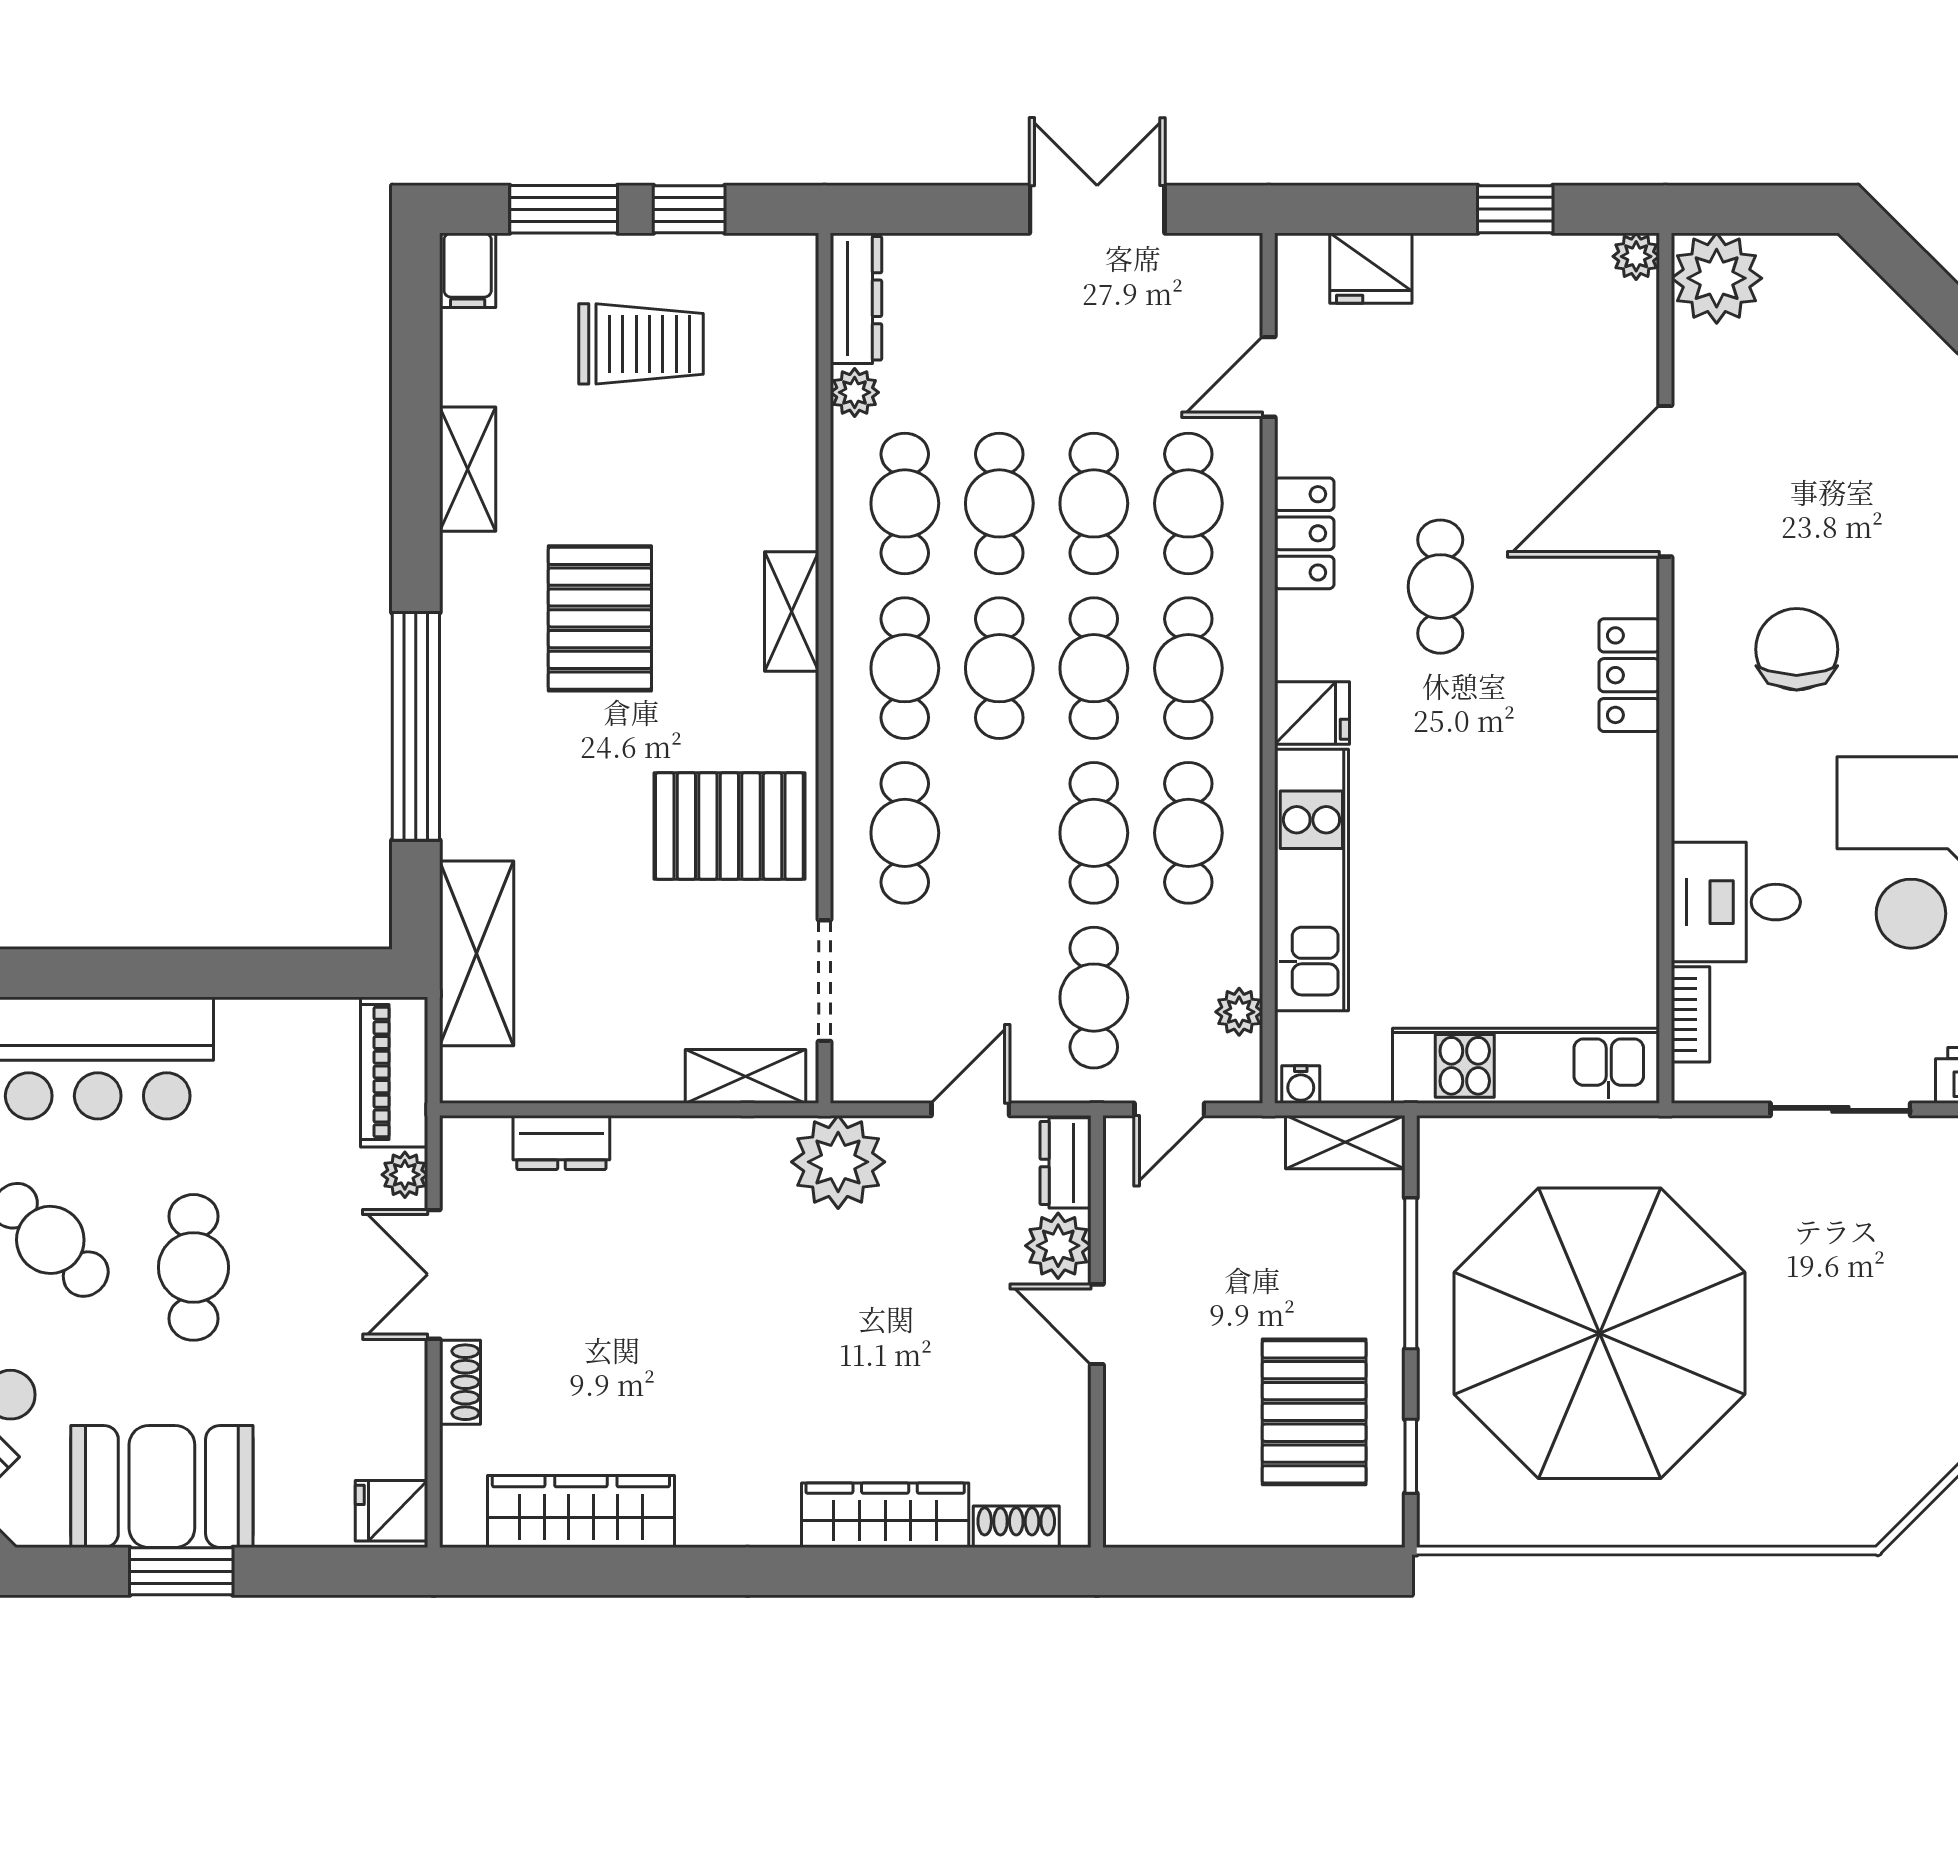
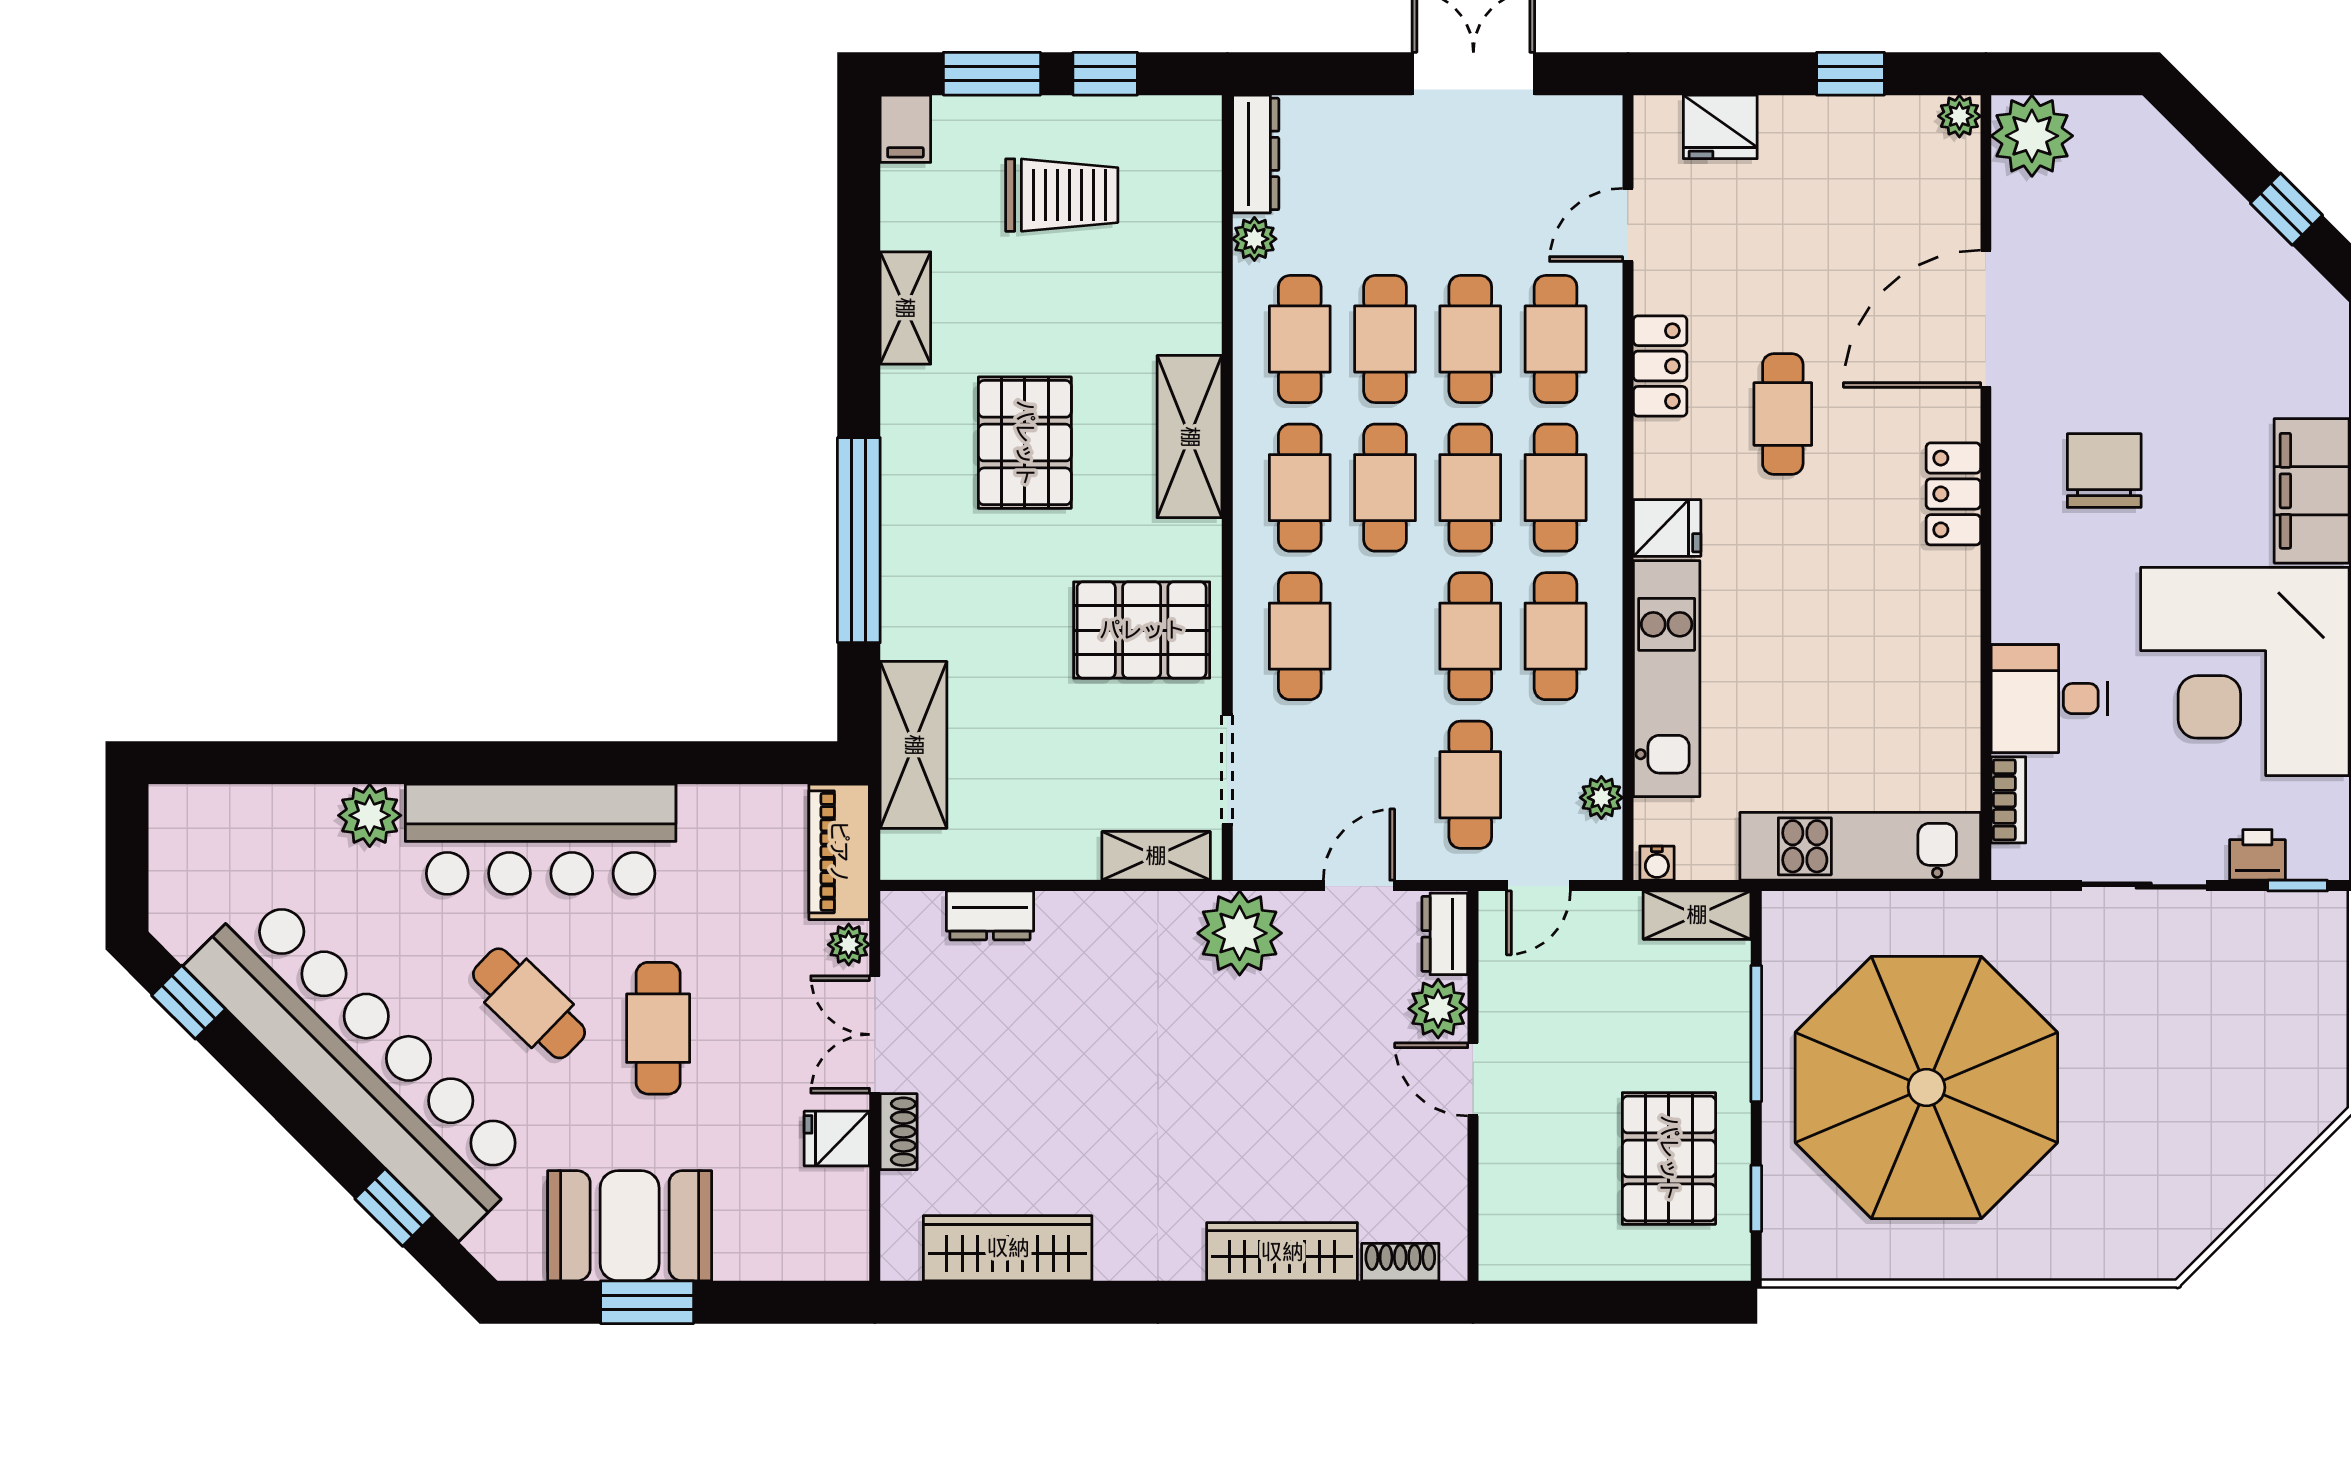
shelving: (792, 612) -> (1190, 437), width x1.50, depth x1.33
fridge: (392, 1511) -> (837, 1139), moved

